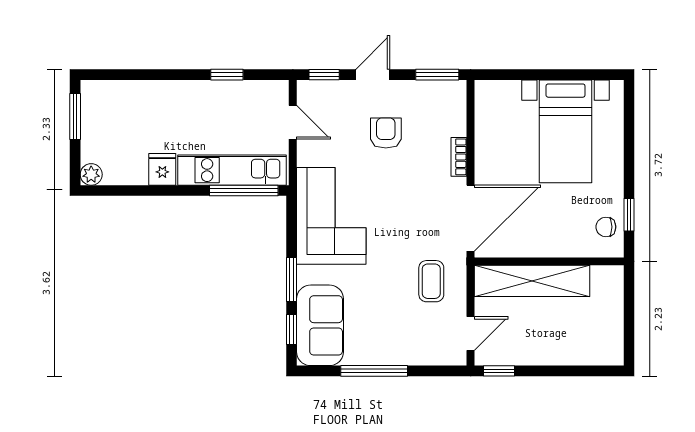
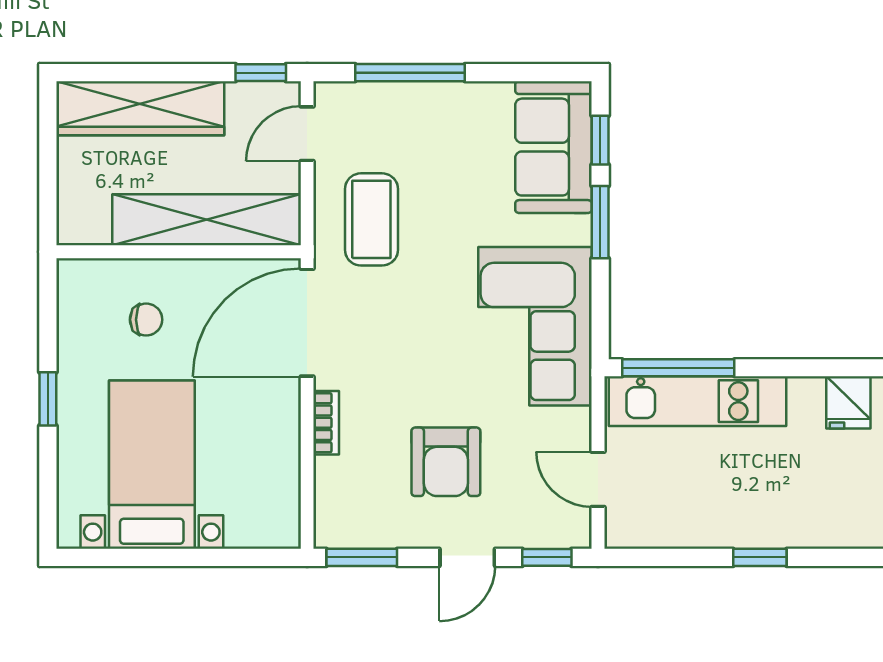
window: (227, 75) -> (760, 557), moved
armchair: (386, 133) -> (446, 462), width x1.38, depth x1.38
fridge: (162, 169) -> (848, 402), moved
window: (629, 215) -> (48, 399), moved
chair: (606, 227) -> (146, 320), moved
coffee table: (431, 281) -> (371, 219), width x1.36, depth x1.30
wardrobe: (573, 349) -> (140, 108), added
window: (374, 371) -> (410, 73), moved

